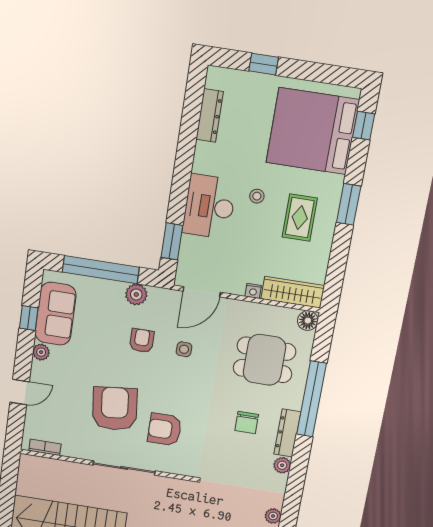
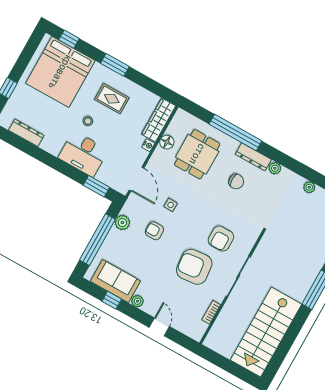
floor lamp: (308, 321) -> (167, 142), moved
bookcase: (45, 447) -> (211, 312), moved

